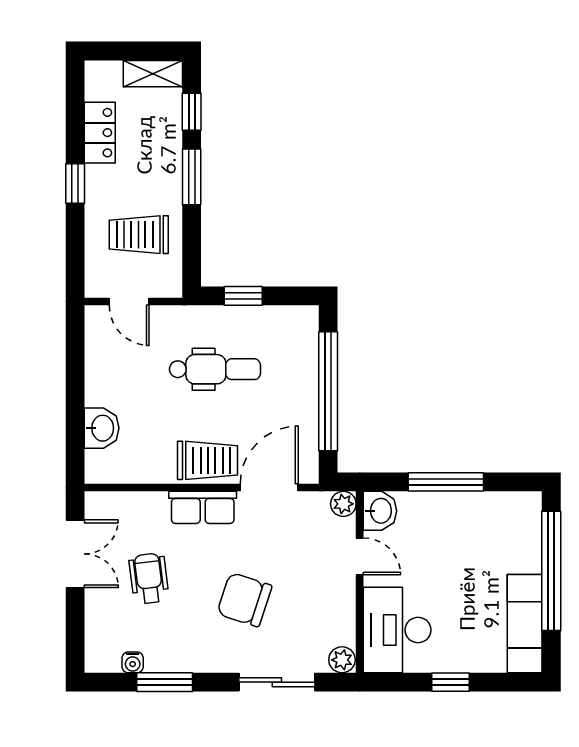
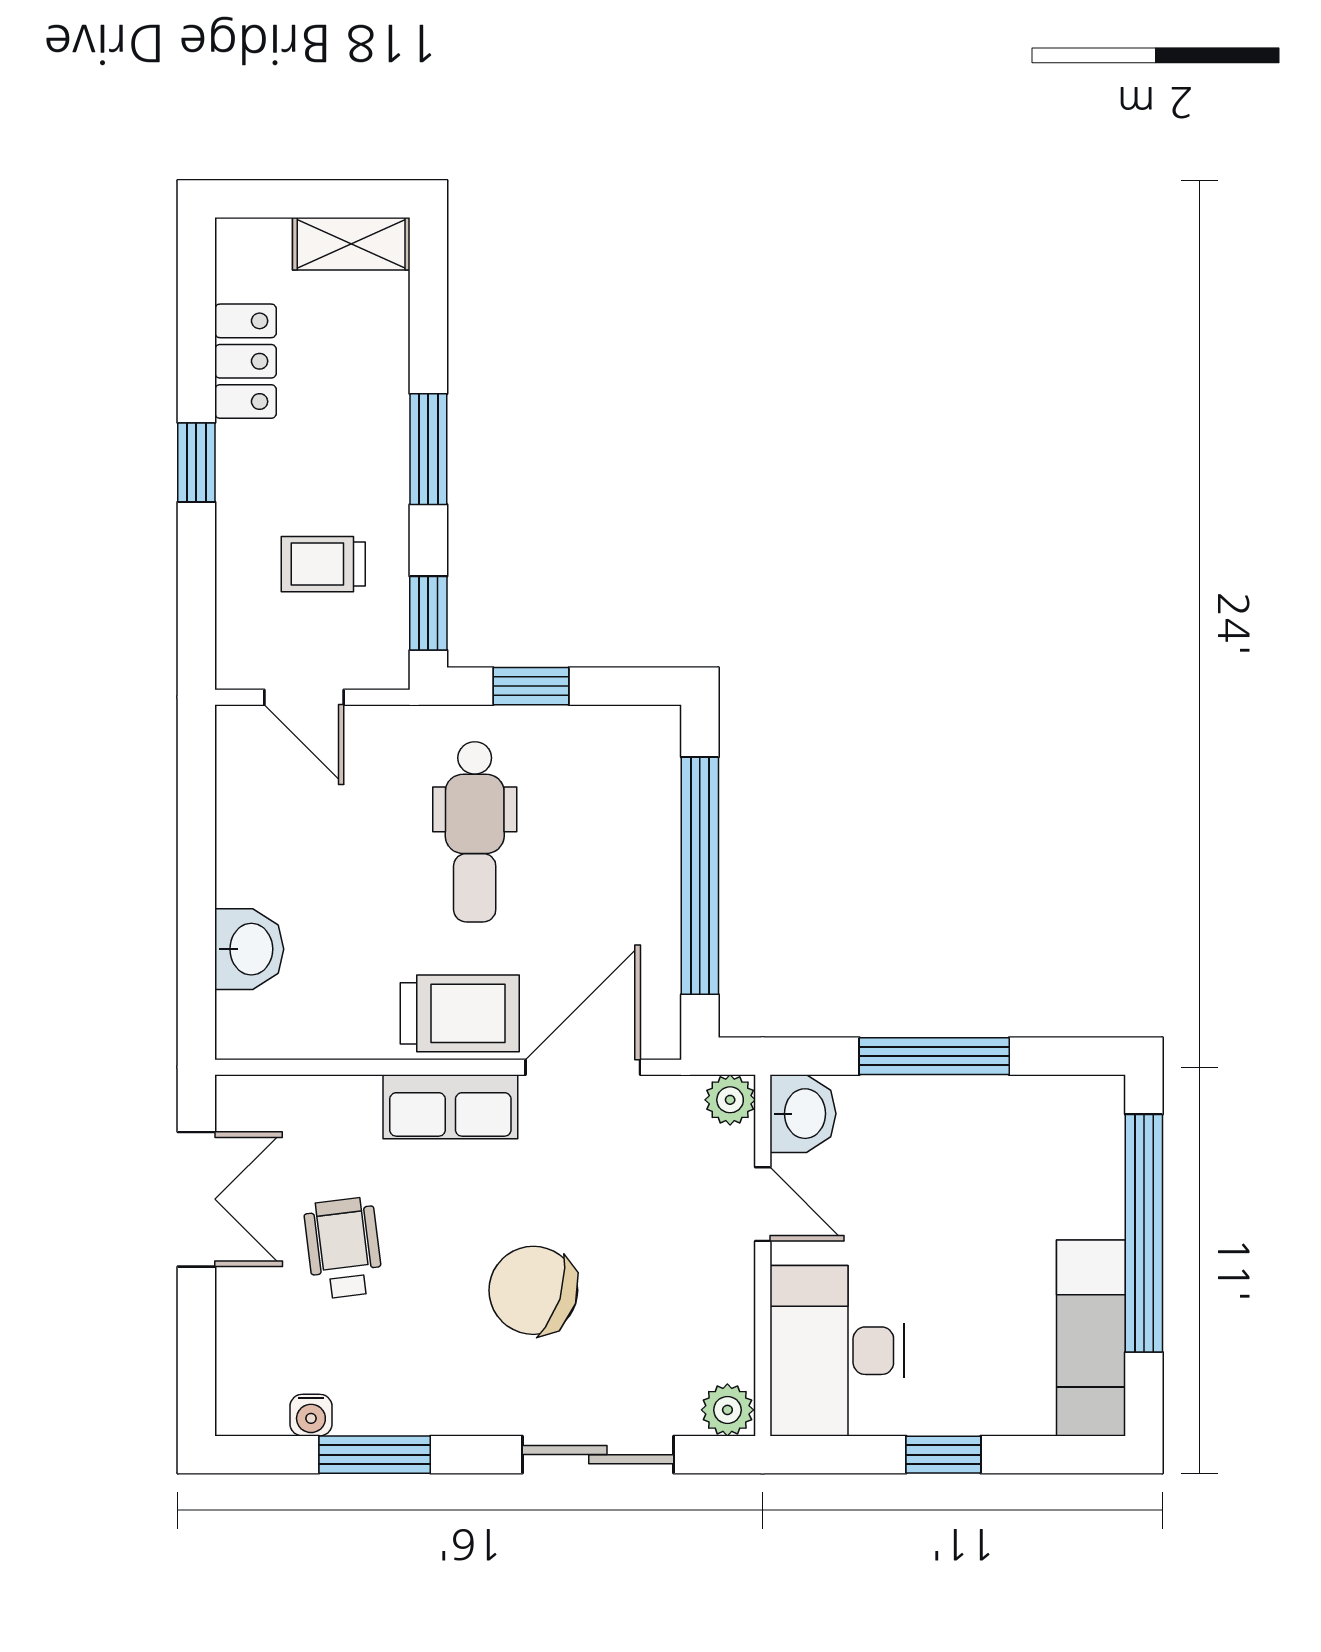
window: (192, 112) -> (428, 613), moved
trolley: (139, 235) -> (323, 564), width x0.73, depth x0.72
dental chair: (215, 369) -> (475, 832), turned 90

